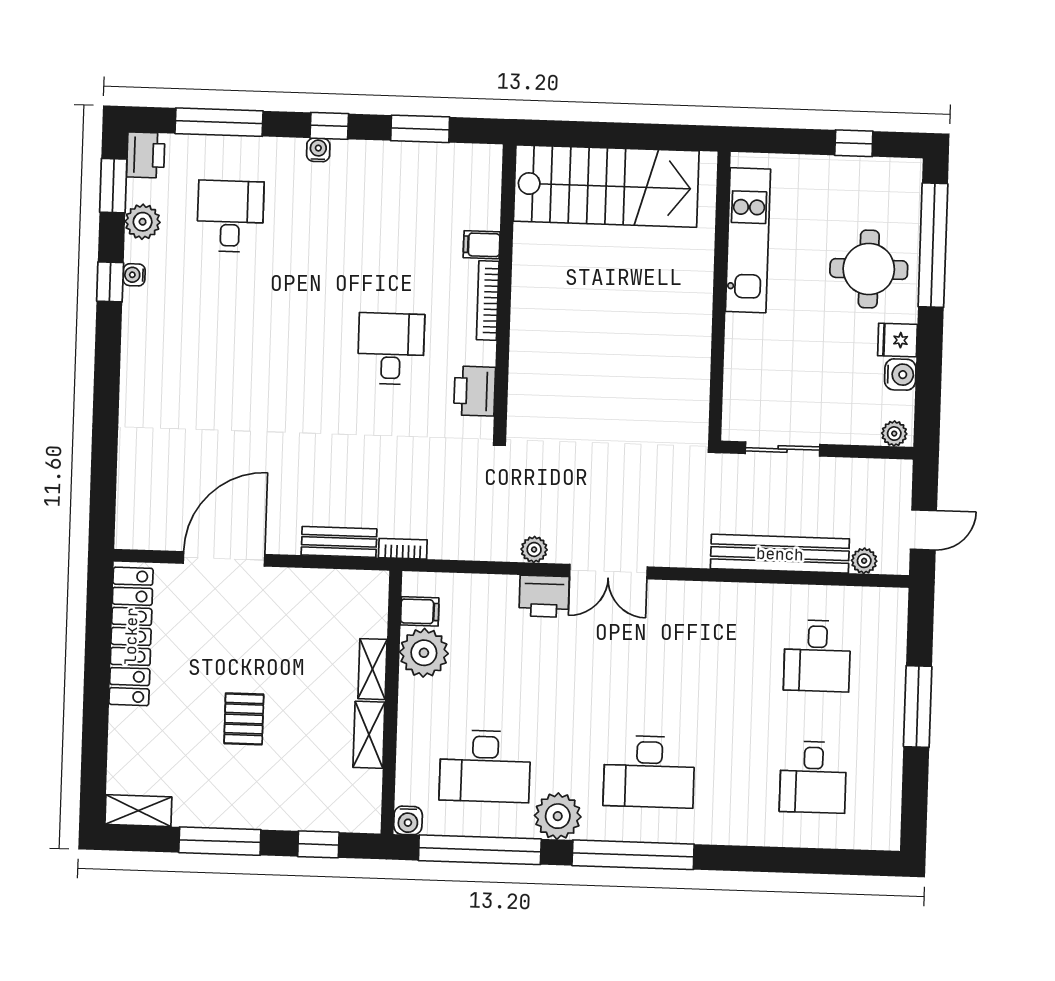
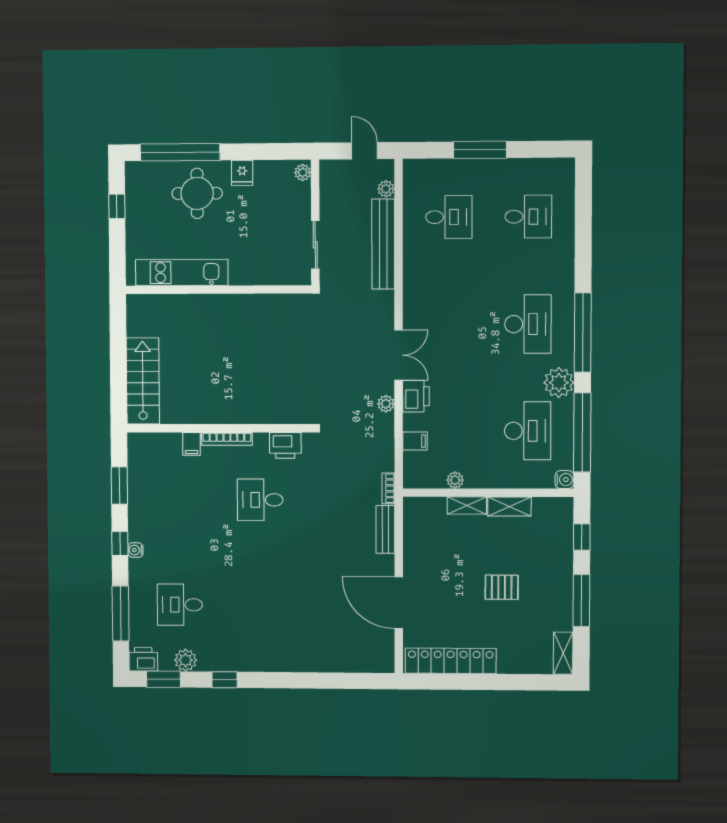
stairs: (606, 186) -> (143, 381), width x0.73, depth x0.66
water cooler: (134, 275) -> (219, 665), removed
water cooler: (900, 375) -> (264, 170), removed
filing cabinet: (420, 611) -> (415, 441), moved, turned 90
plant: (424, 653) -> (455, 480), width x0.53, depth x0.53

